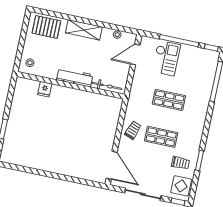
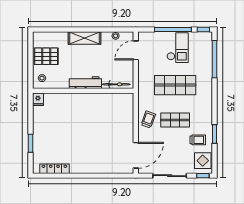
pallet: (46, 27) -> (46, 56), moved
checkout: (166, 58) -> (178, 48), moved
fridge: (45, 89) -> (38, 99), moved
shop shelf: (169, 100) -> (175, 85), width x1.43, depth x1.36
locker: (23, 161) -> (54, 169), added
door: (112, 165) -> (136, 155), hinge flipped

